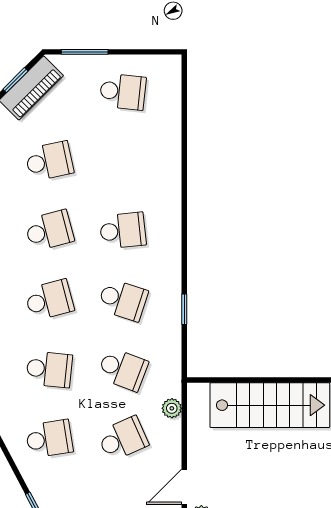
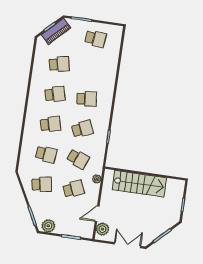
school desk: (123, 300) -> (82, 129), turned -42

